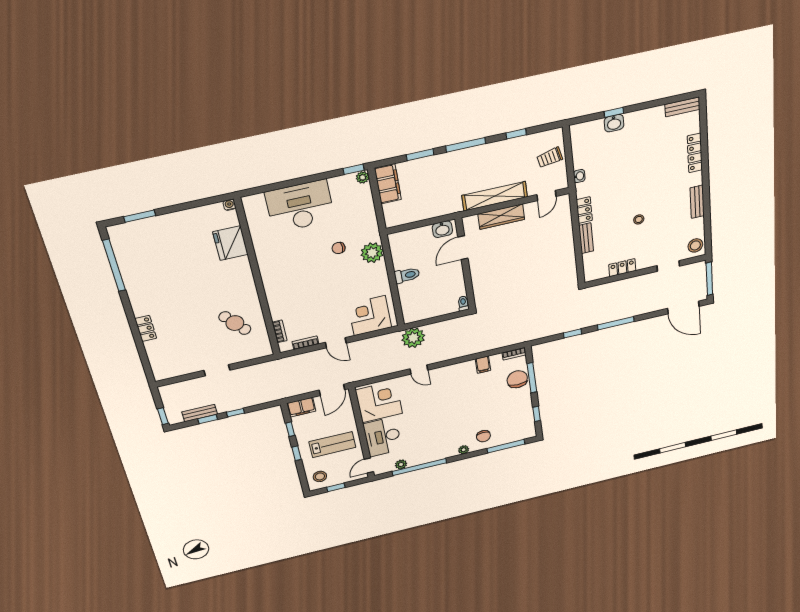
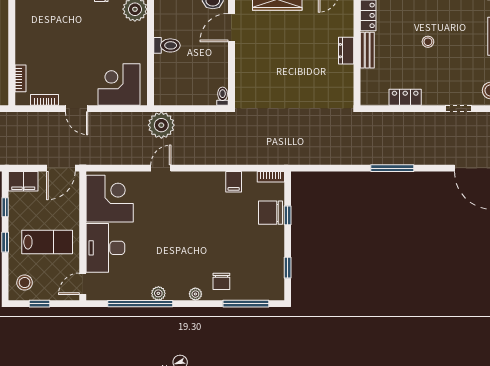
dresser: (568, 243) -> (346, 51), added
window: (573, 333) -> (341, 168), removed
door: (419, 370) -> (161, 168), swing flipped
window: (532, 378) -> (288, 215), width x0.46
chair: (517, 379) -> (270, 213), turned -90
plant: (401, 464) -> (158, 293), moved

